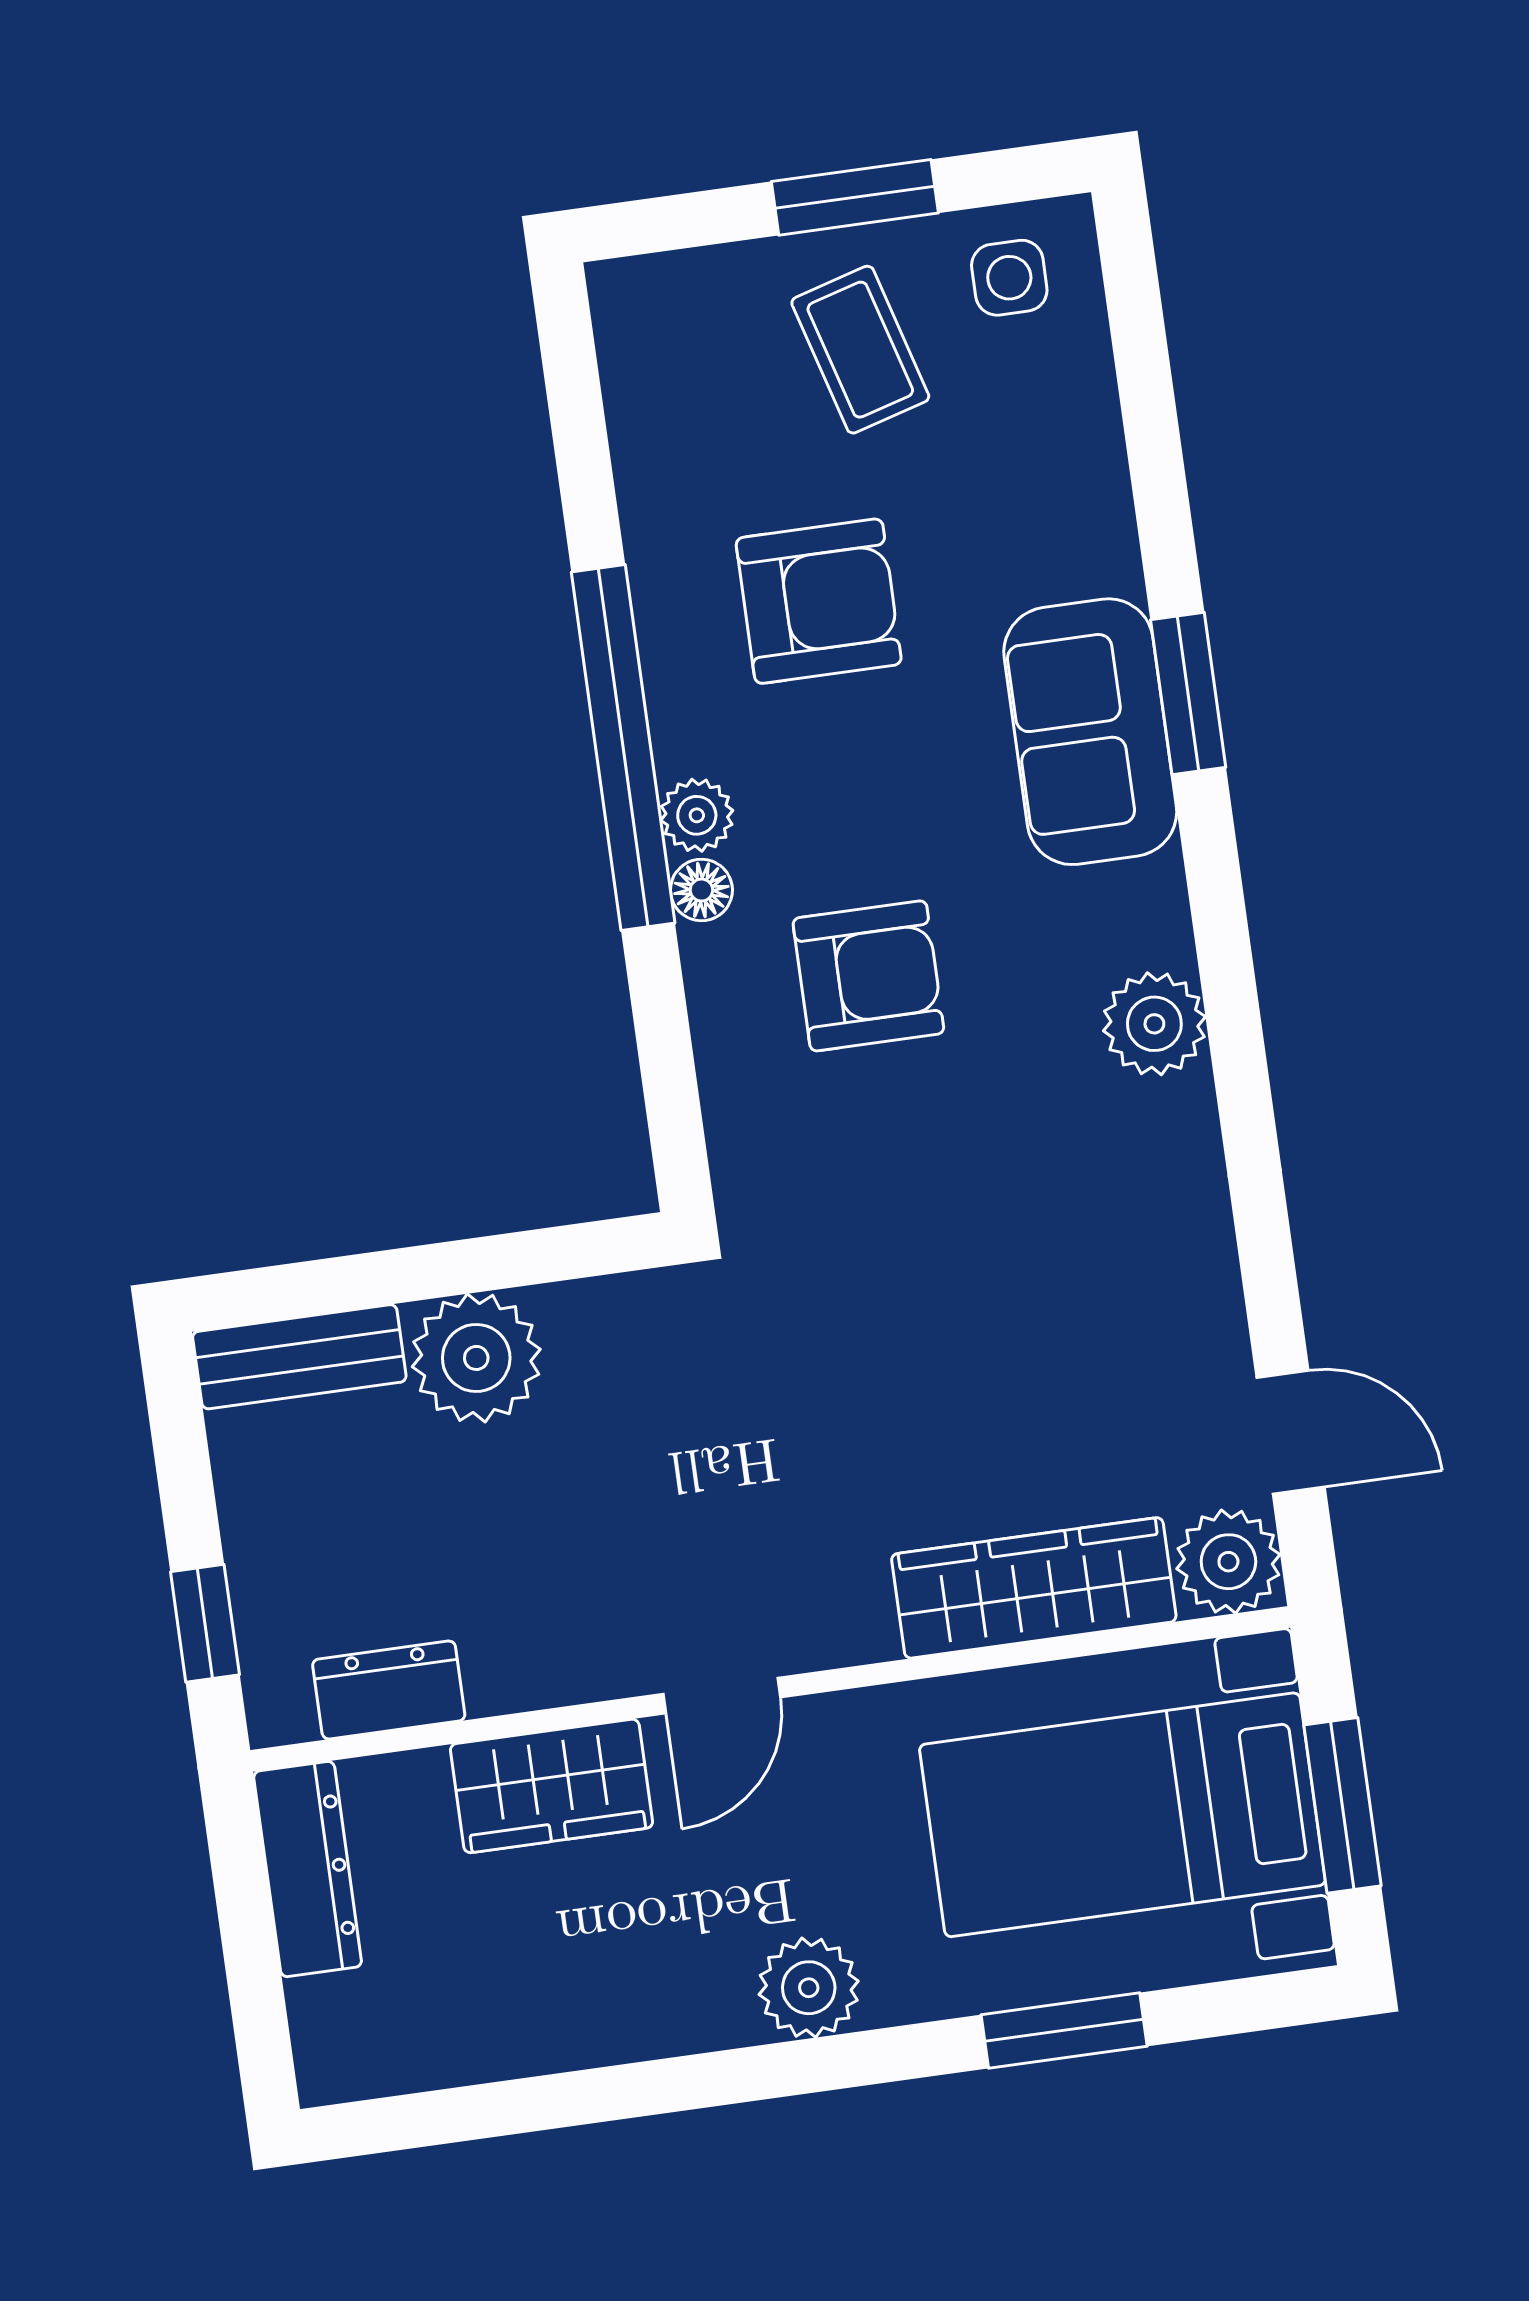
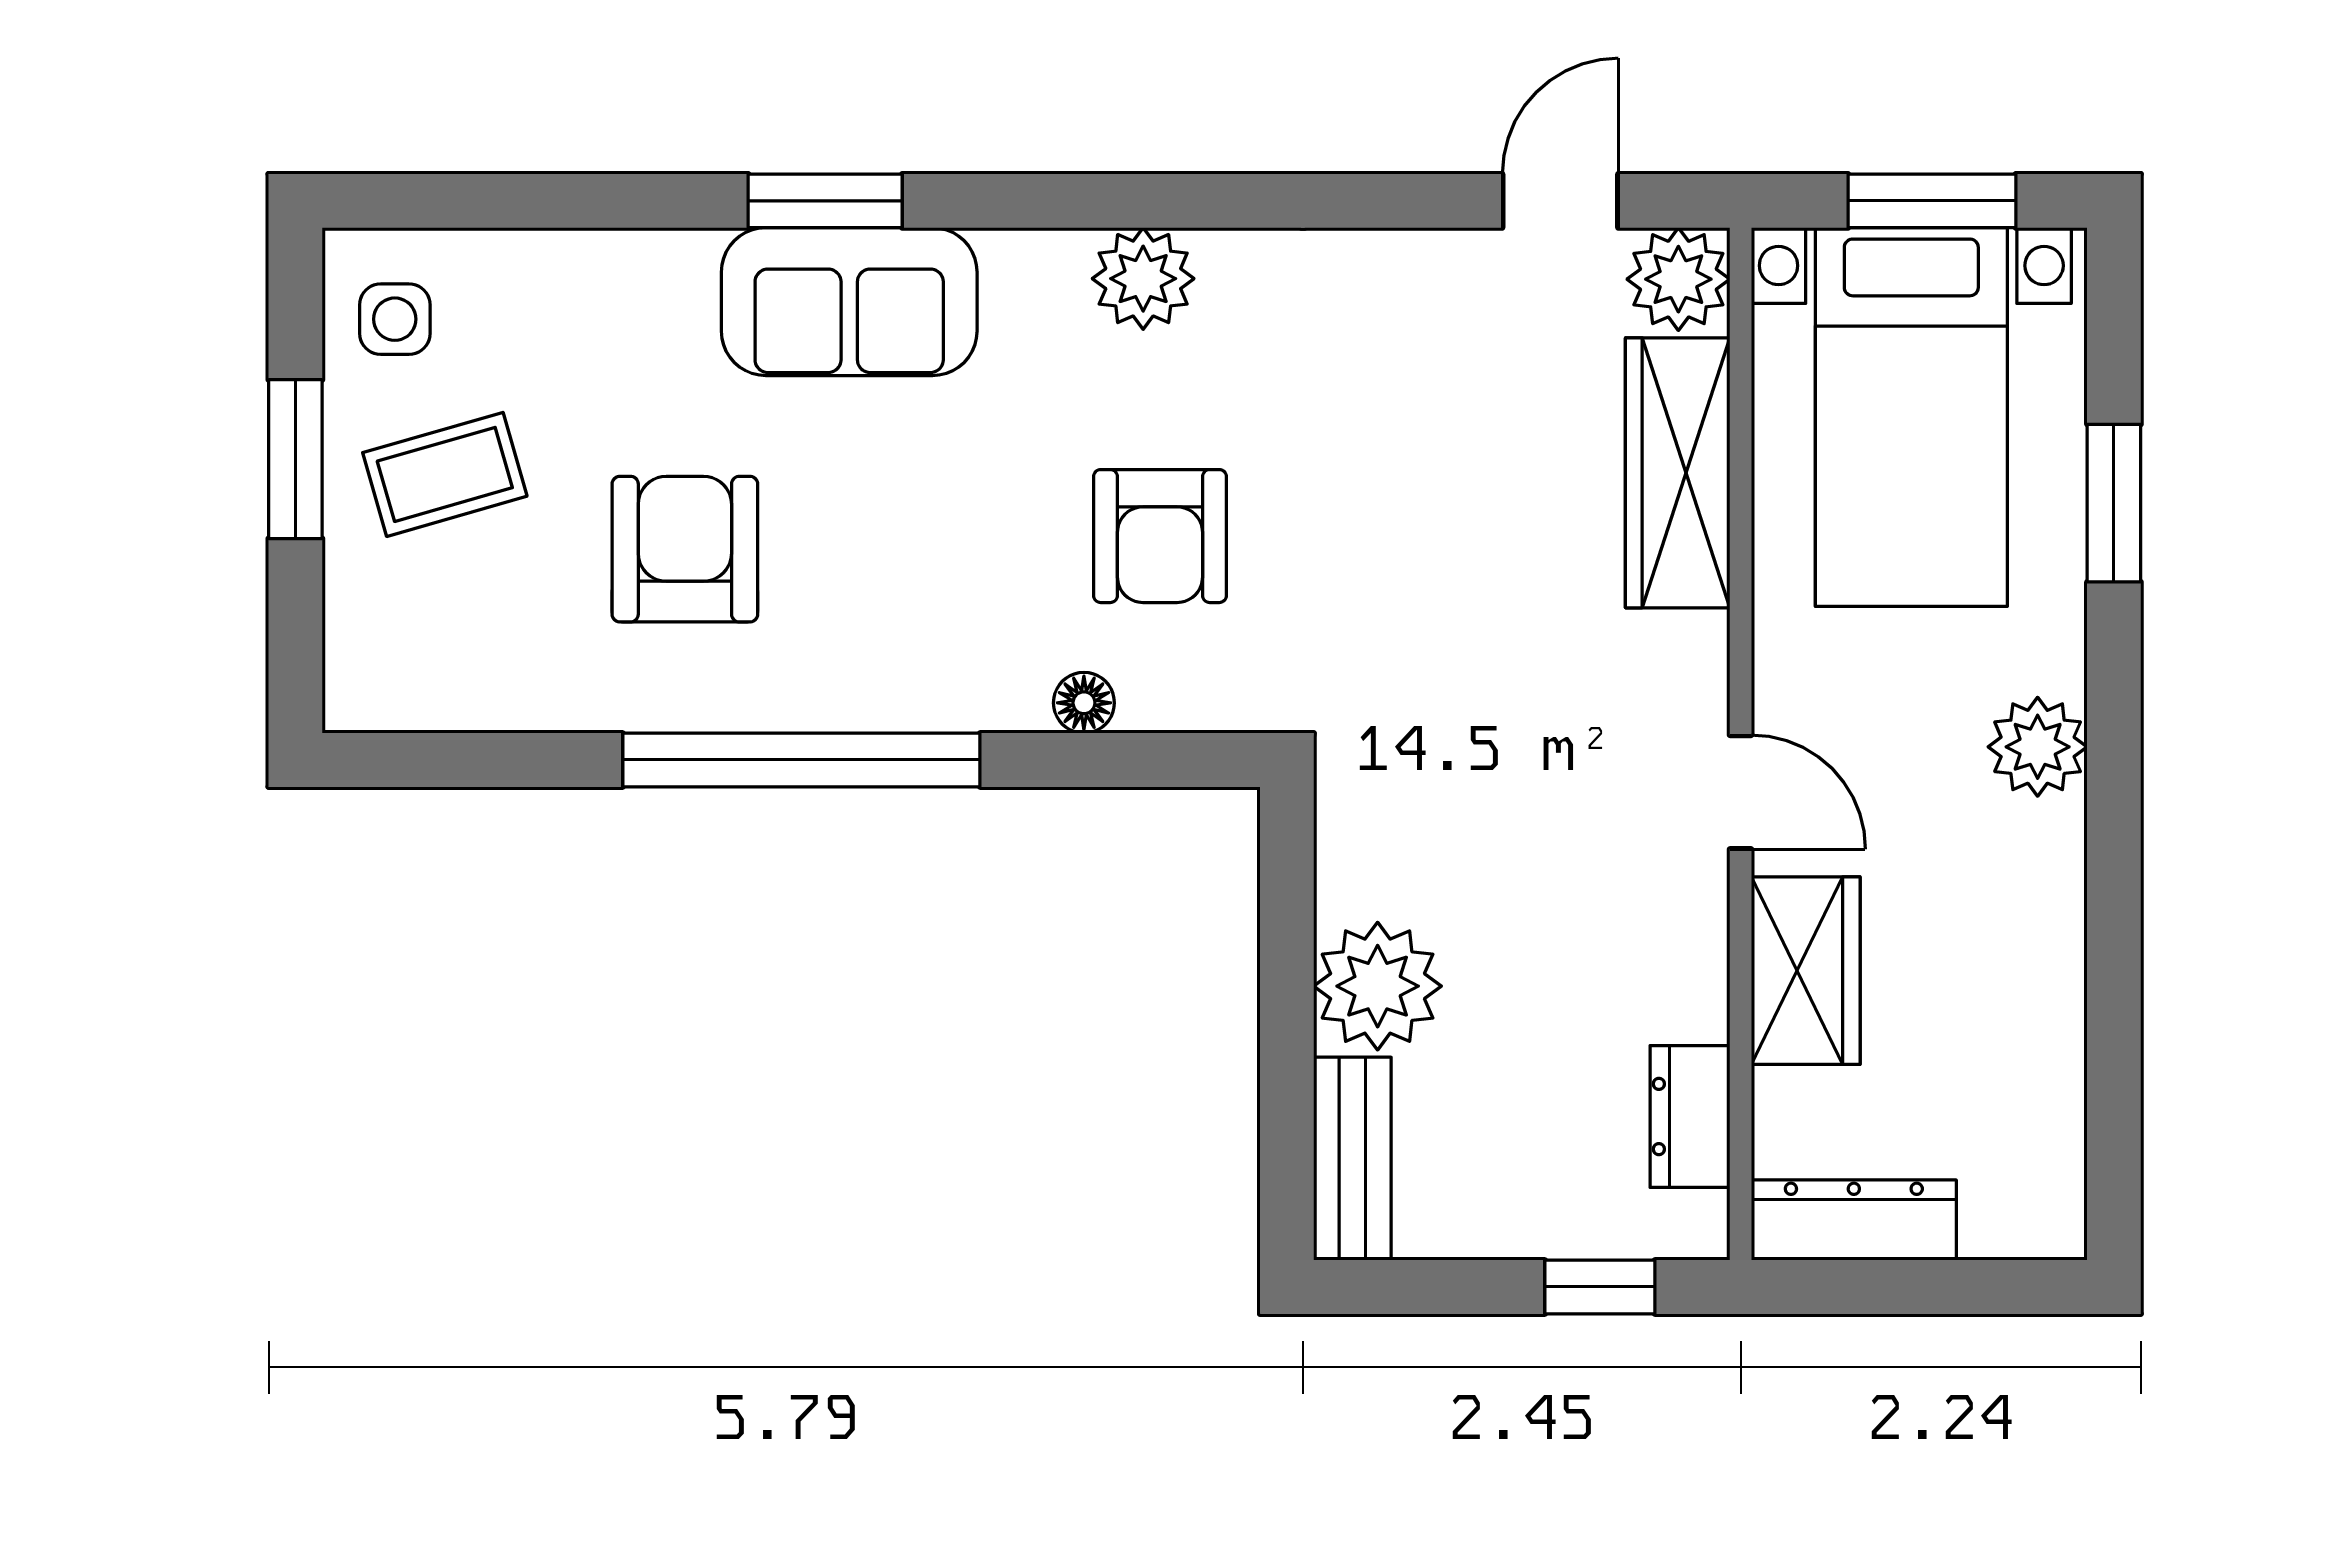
plant: (697, 815) -> (877, 697), removed
floor lamp: (701, 890) -> (1084, 703), moved
armchair: (868, 976) -> (1160, 536), moved, turned 180

